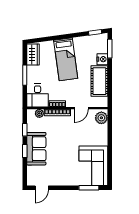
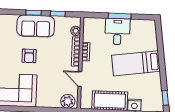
wardrobe: (33, 55) -> (143, 26), removed
desk: (38, 95) -> (117, 32), moved, turned 90
armchair: (63, 153) -> (29, 56), added

